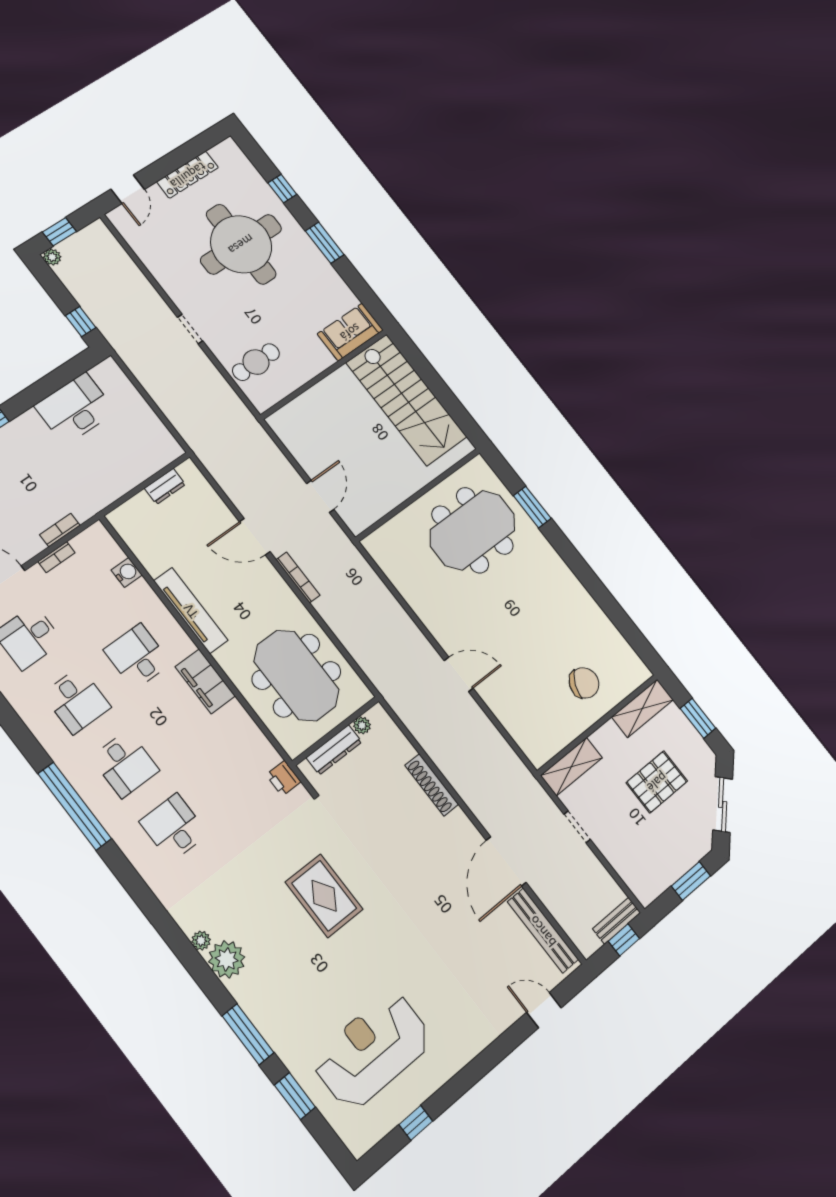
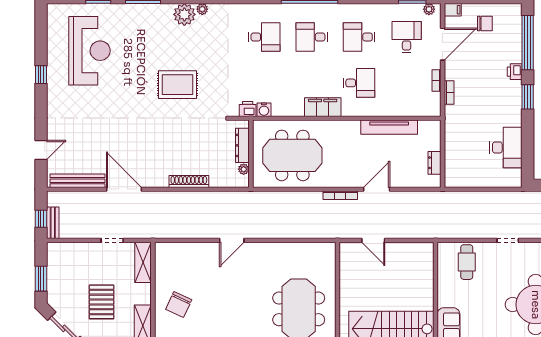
water cooler: (127, 572) -> (264, 110), moved
tv unit: (191, 611) -> (389, 127), moved
window: (416, 1123) -> (41, 75), moved

